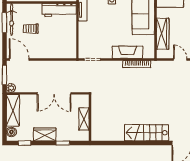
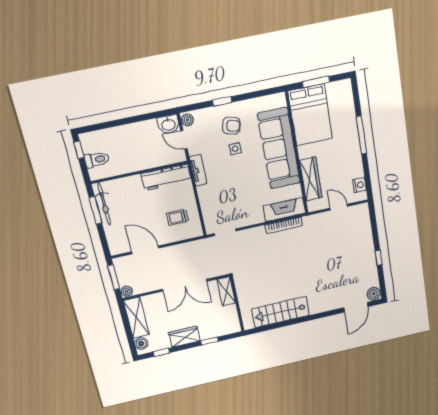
trolley: (31, 29) -> (177, 217), moved
fireplace: (127, 52) -> (284, 210), moved
door: (19, 60) -> (145, 250), moved
shelving: (84, 119) -> (226, 291), moved
stairs: (146, 133) -> (281, 312), moved

